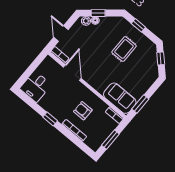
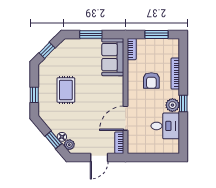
rug: (124, 49) -> (66, 90), turned 90
desk: (36, 87) -> (165, 126), moved
window: (140, 104) -> (91, 34), moved
plant: (55, 111) -> (172, 105), added

